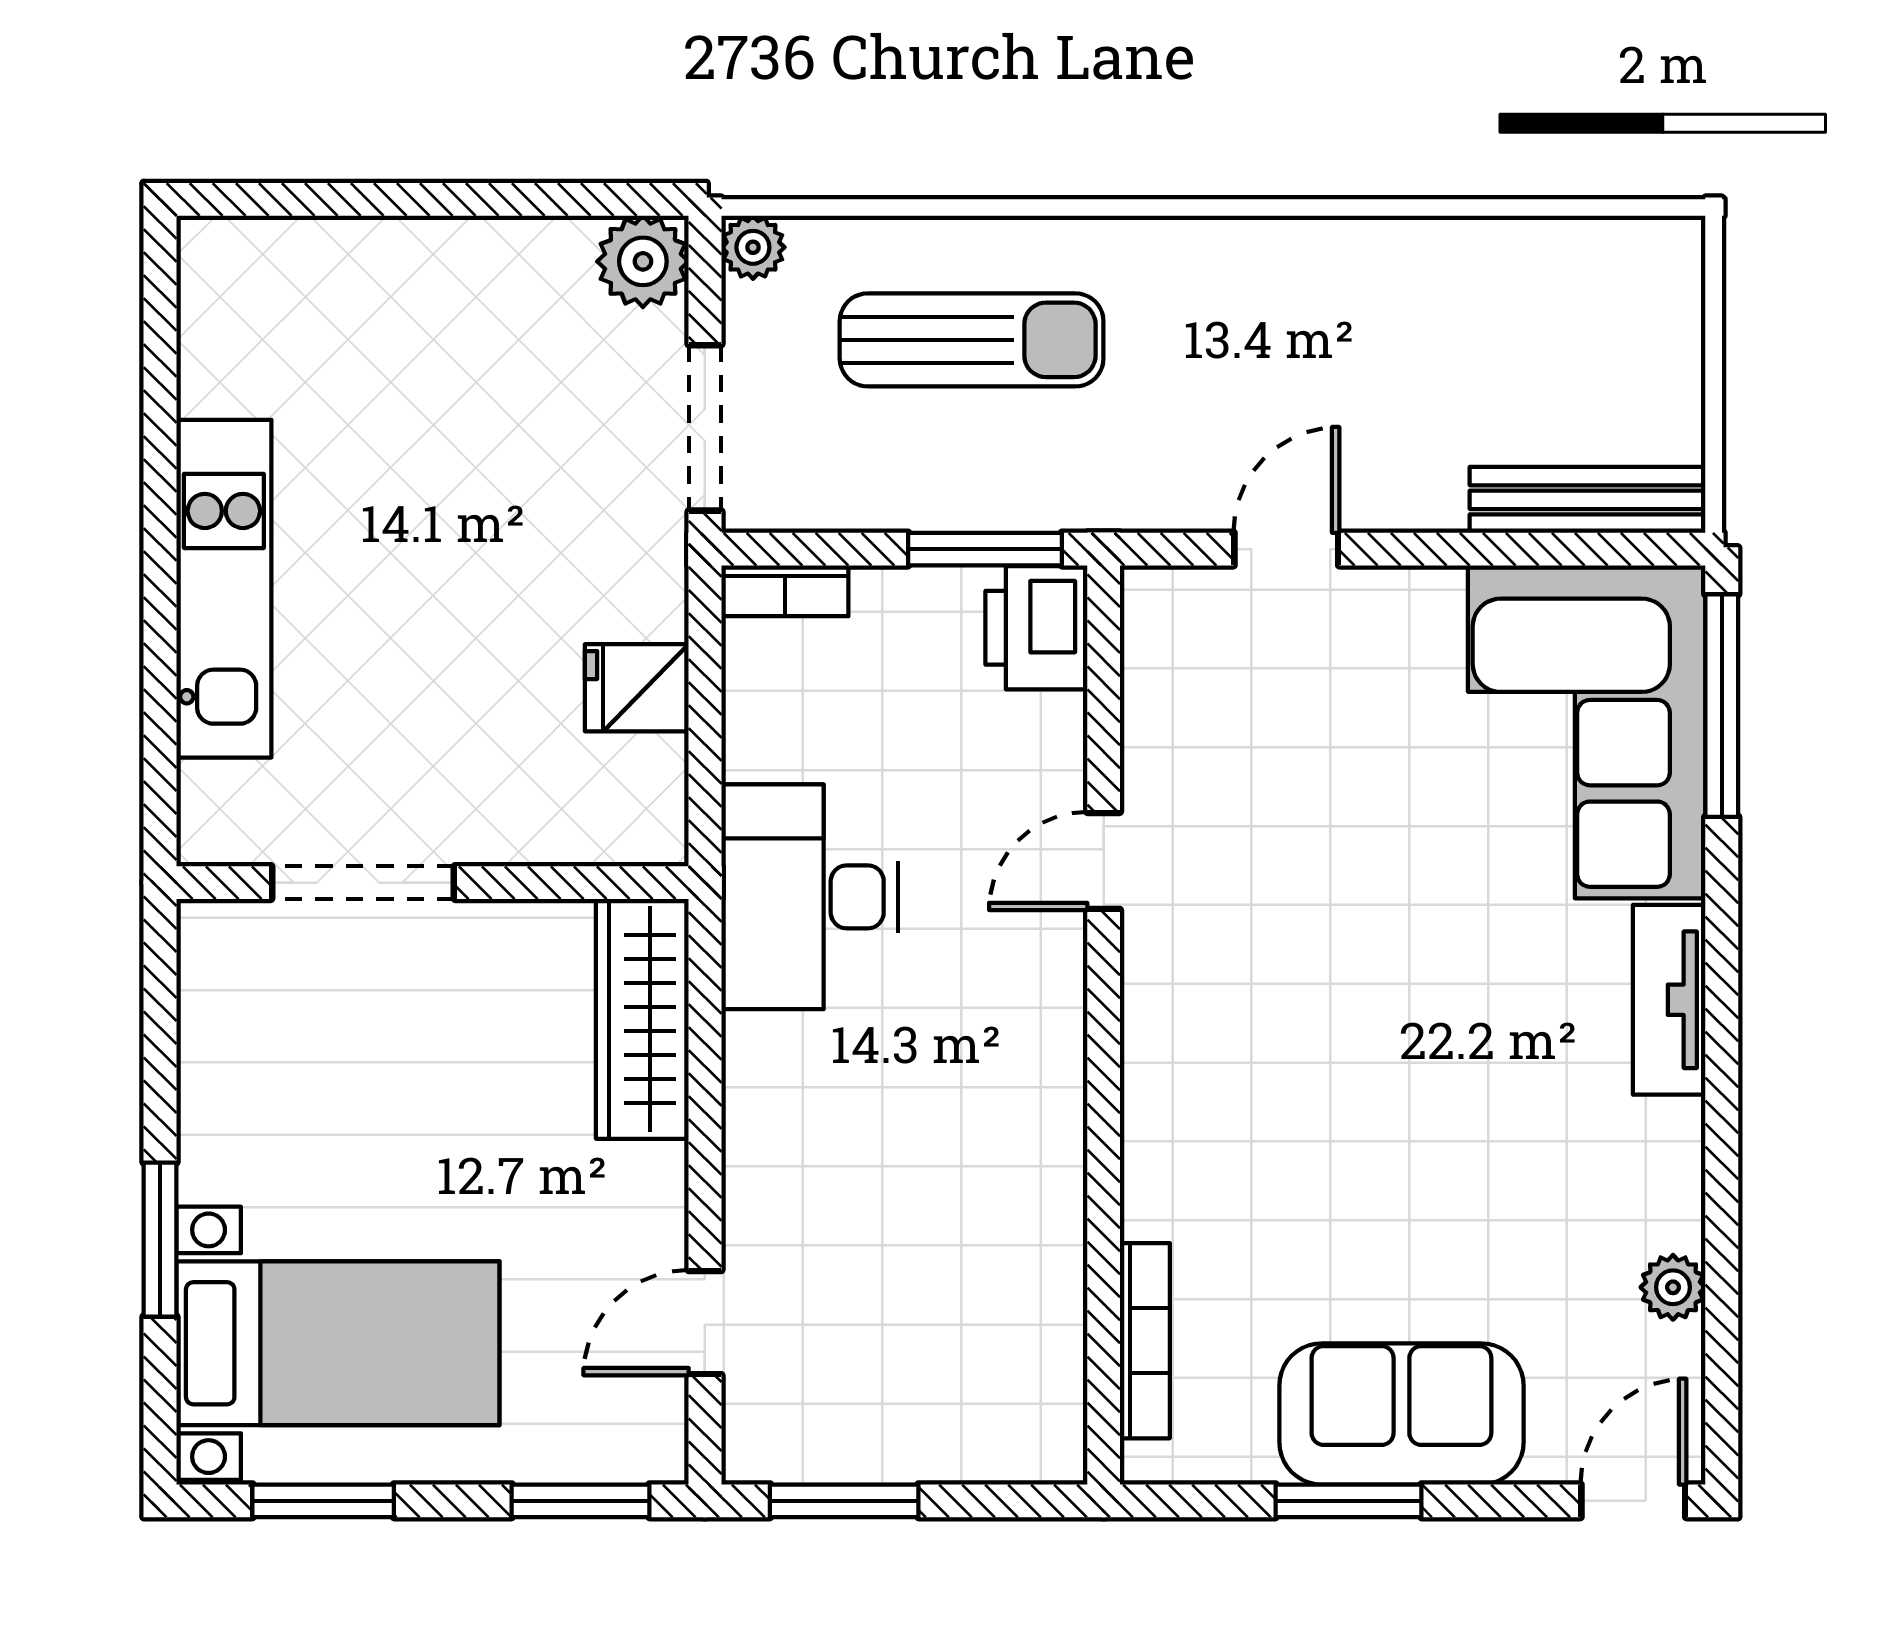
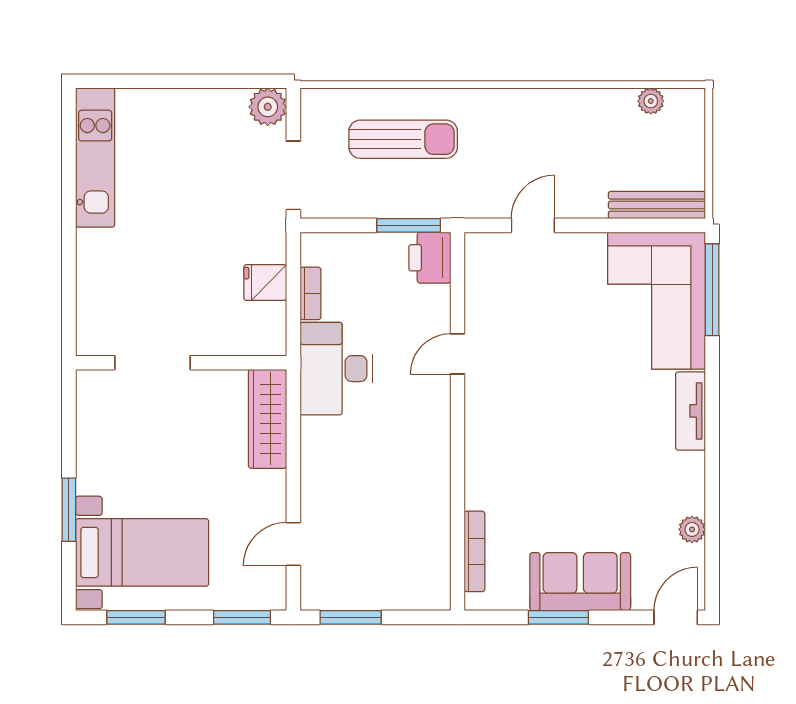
plant: (753, 247) -> (651, 101), moved
kitchen unit: (224, 589) -> (95, 158), moved
bookcase: (785, 591) -> (310, 293), moved, turned -90

